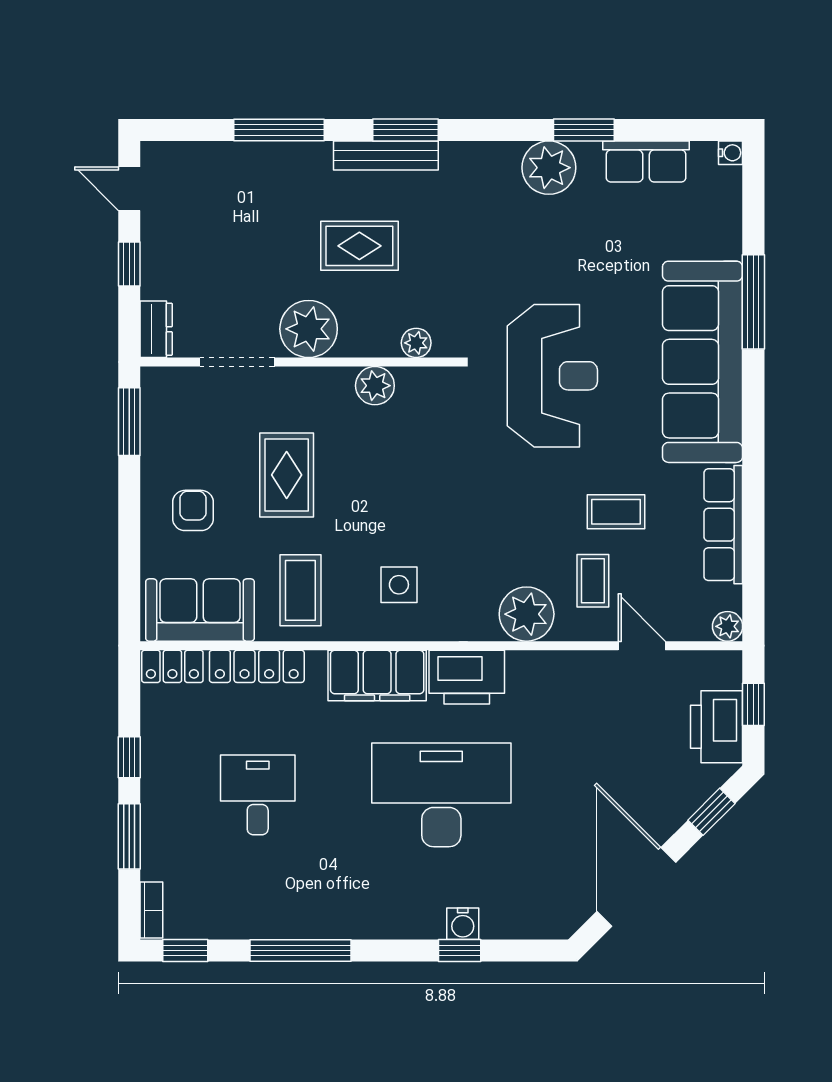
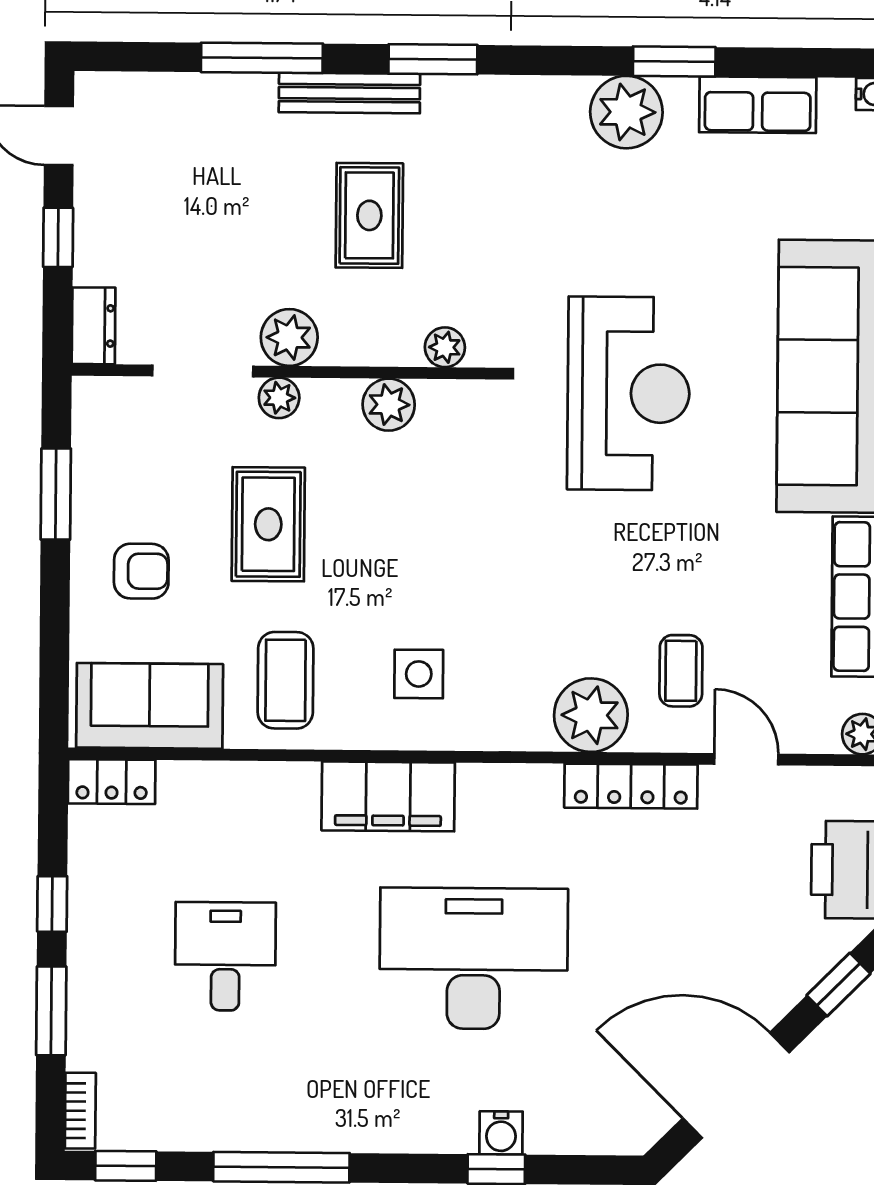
bench: (386, 155) -> (349, 93), moved
rug: (359, 246) -> (369, 215), turned 90
plant: (309, 329) -> (289, 337), width x0.73, depth x0.73
plant: (294, 381) -> (279, 398), added
window: (129, 422) -> (56, 494), moved
armchair: (193, 510) -> (141, 571), turned 90
coffee table: (616, 512) -> (713, 578), removed
locker: (257, 666) -> (631, 786), moved
printer: (467, 677) -> (509, 800), removed
door: (636, 887) -> (736, 1085), hinge flipped

